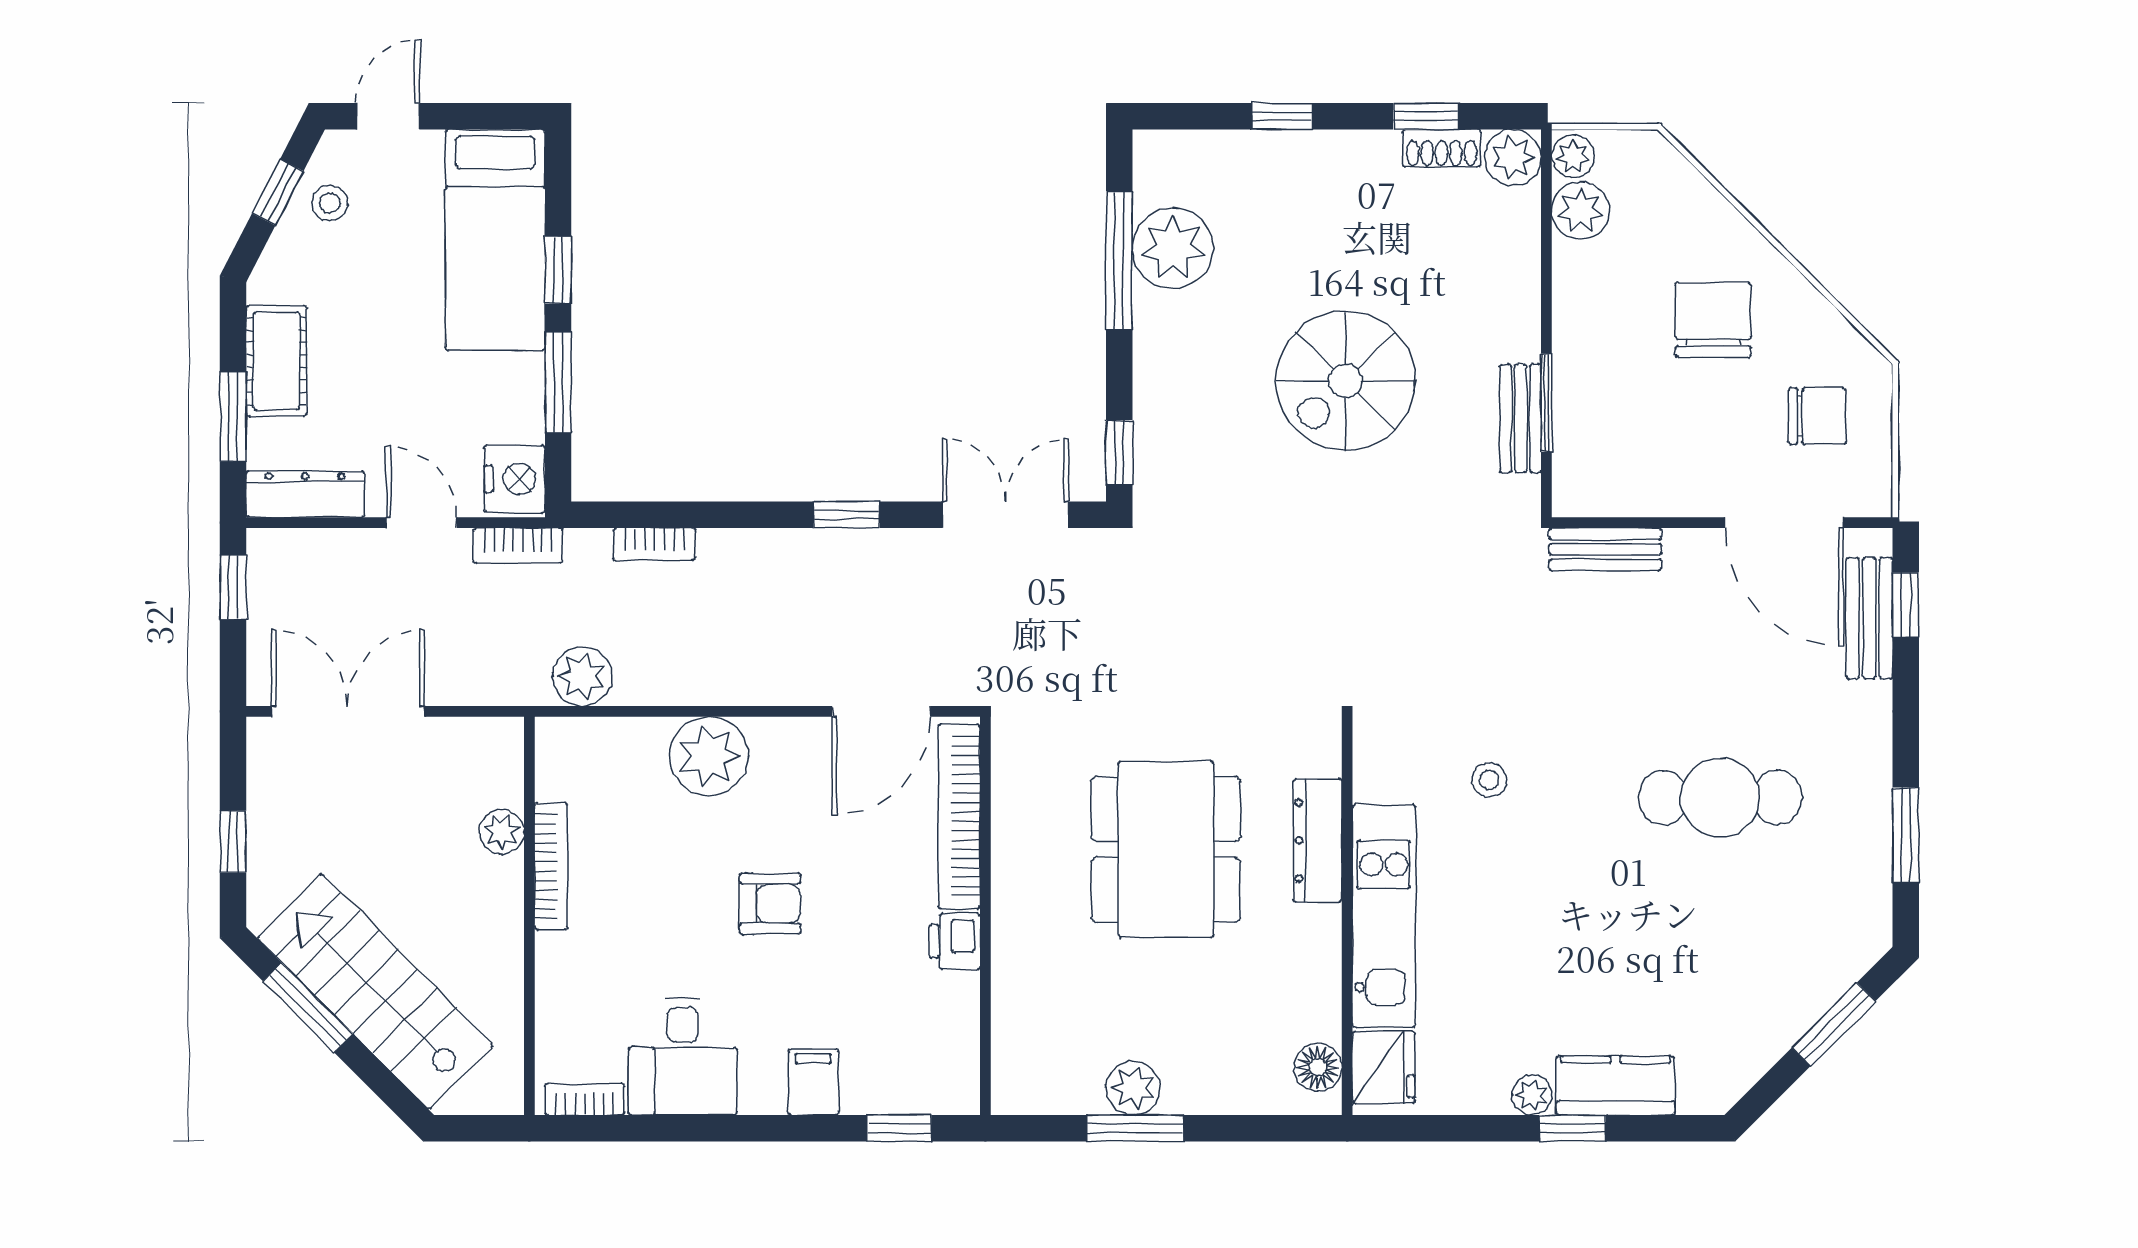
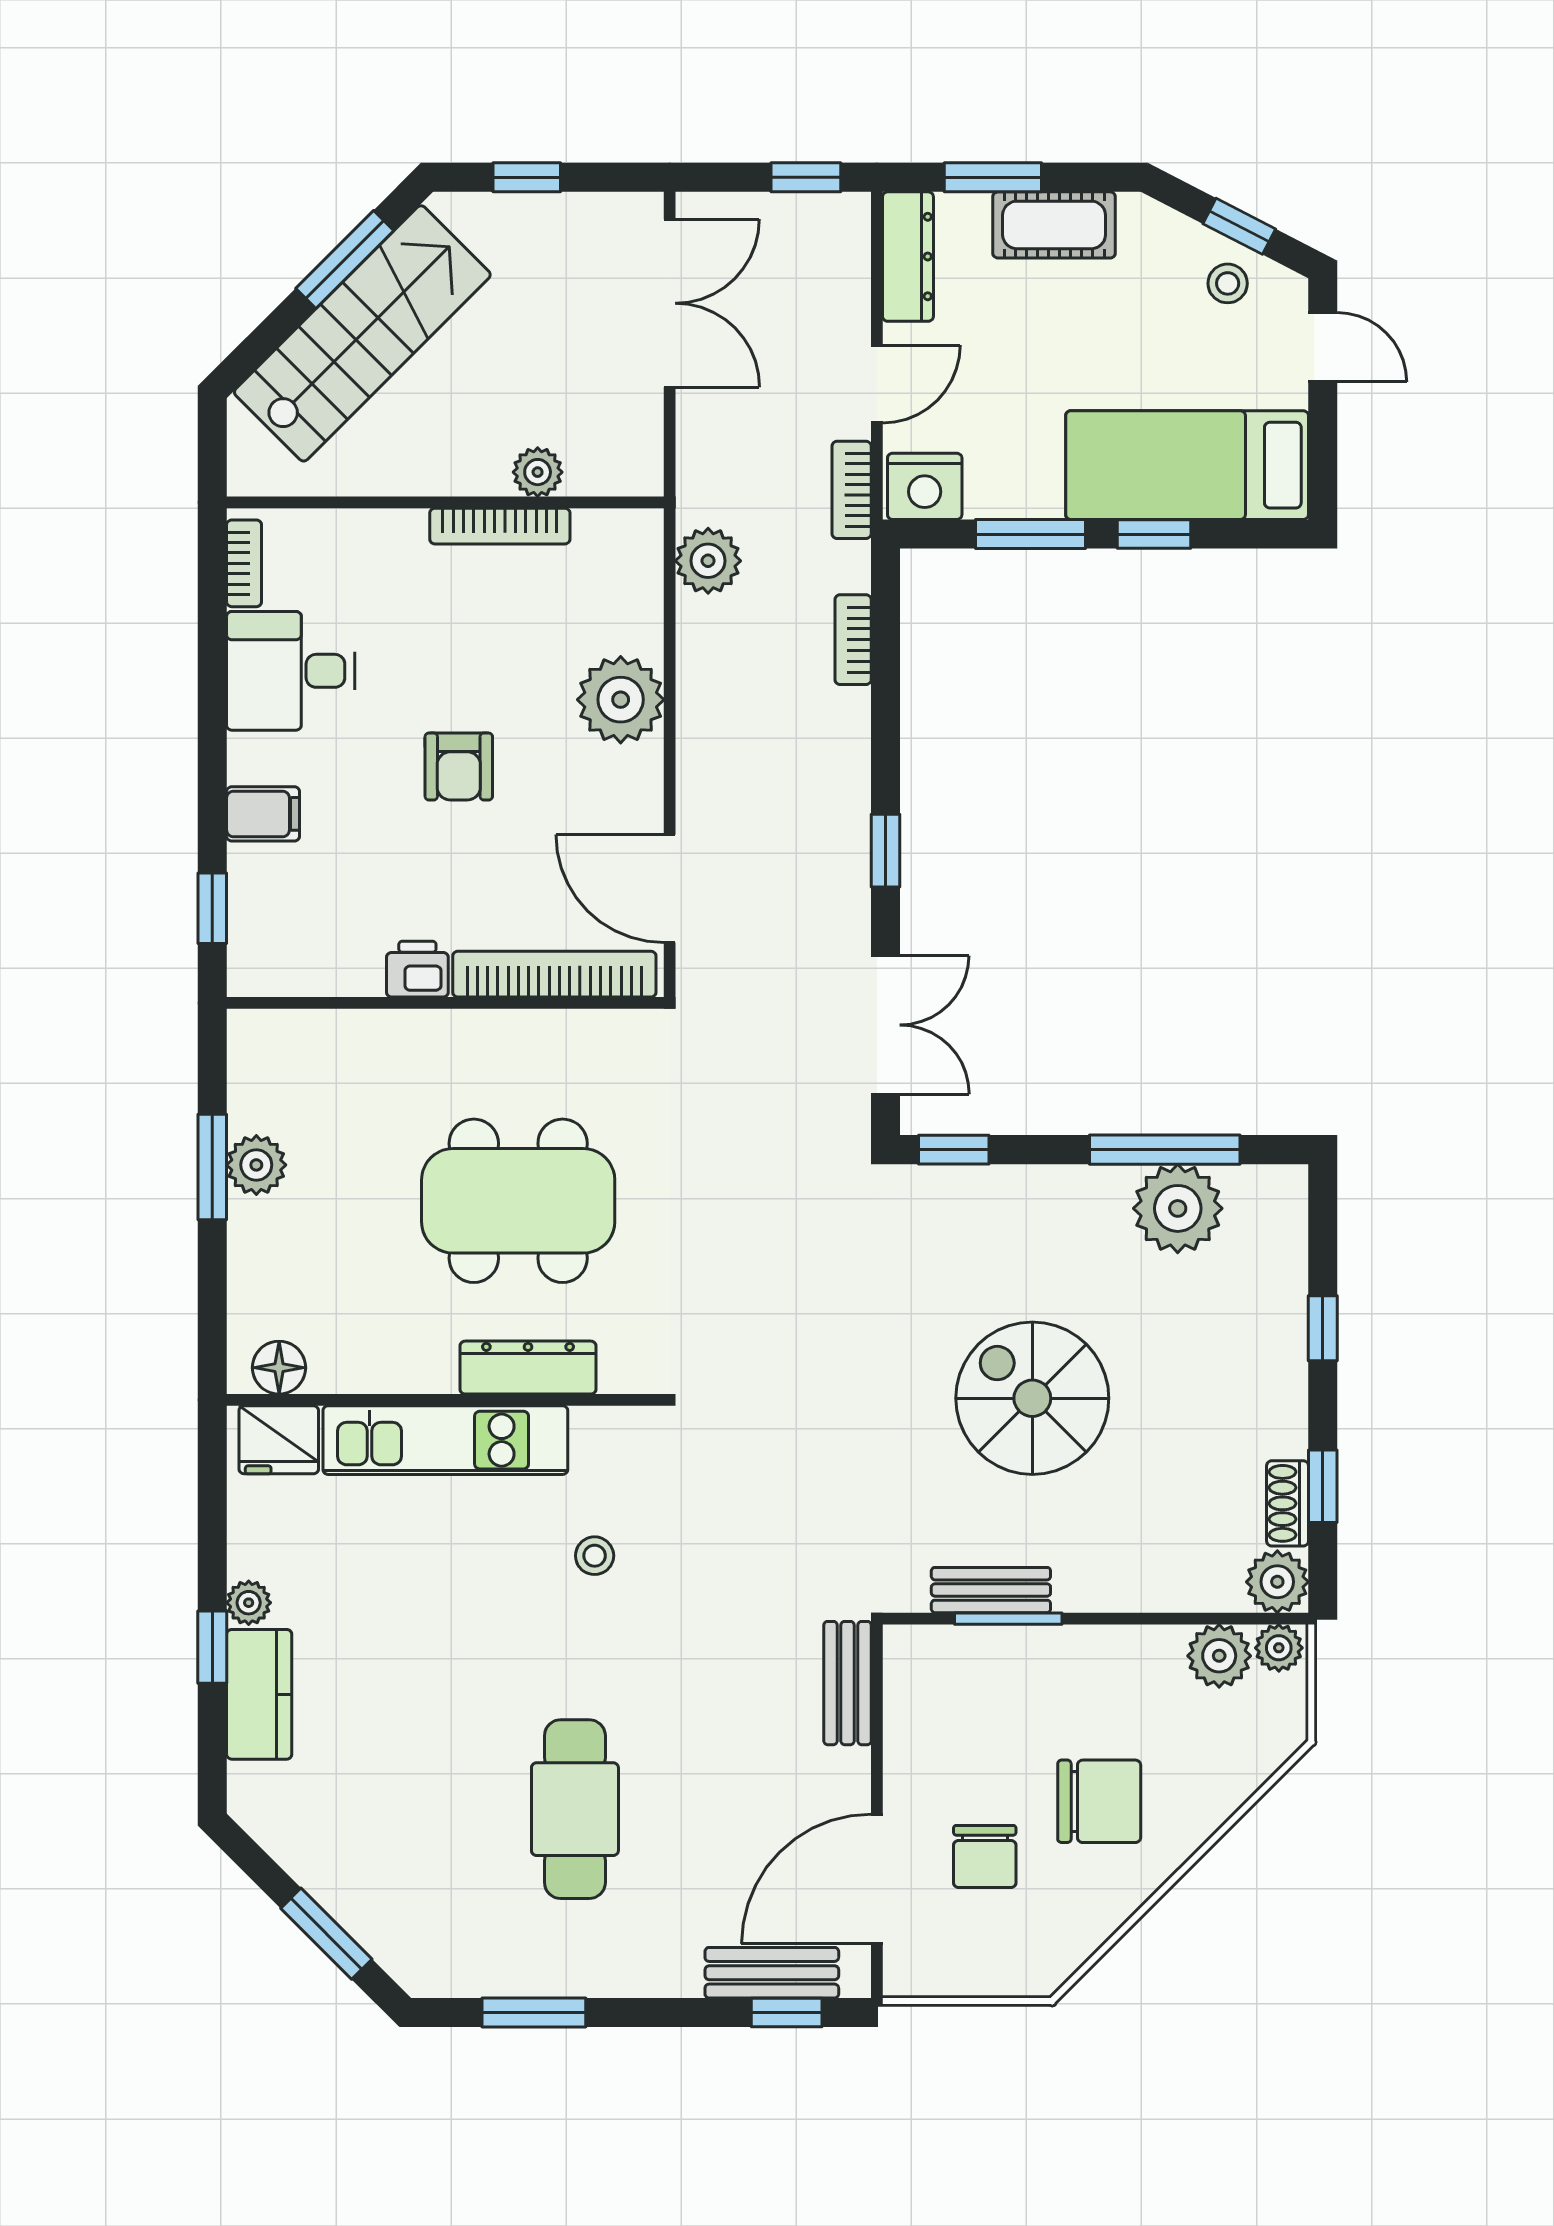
chair: (1817, 416) -> (985, 1857), moved

